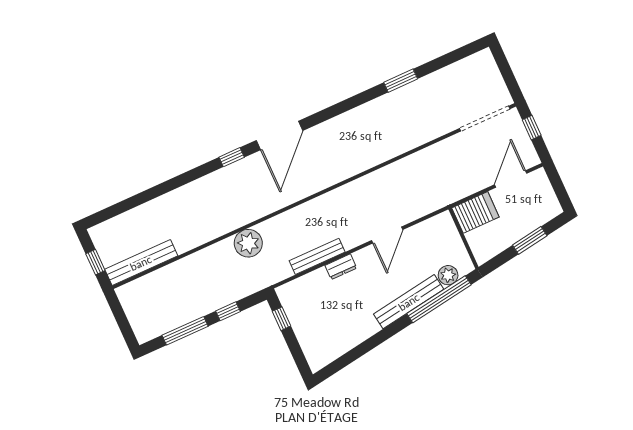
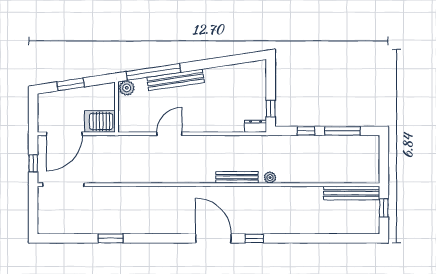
door: (280, 136) -> (213, 238), hinge flipped
door: (511, 179) -> (64, 134), width x1.36
plant: (248, 243) -> (270, 177), width x0.53, depth x0.53
bench: (317, 256) -> (237, 177), moved
dresser: (341, 267) -> (256, 126), moved
plant: (448, 275) -> (127, 88), moved

